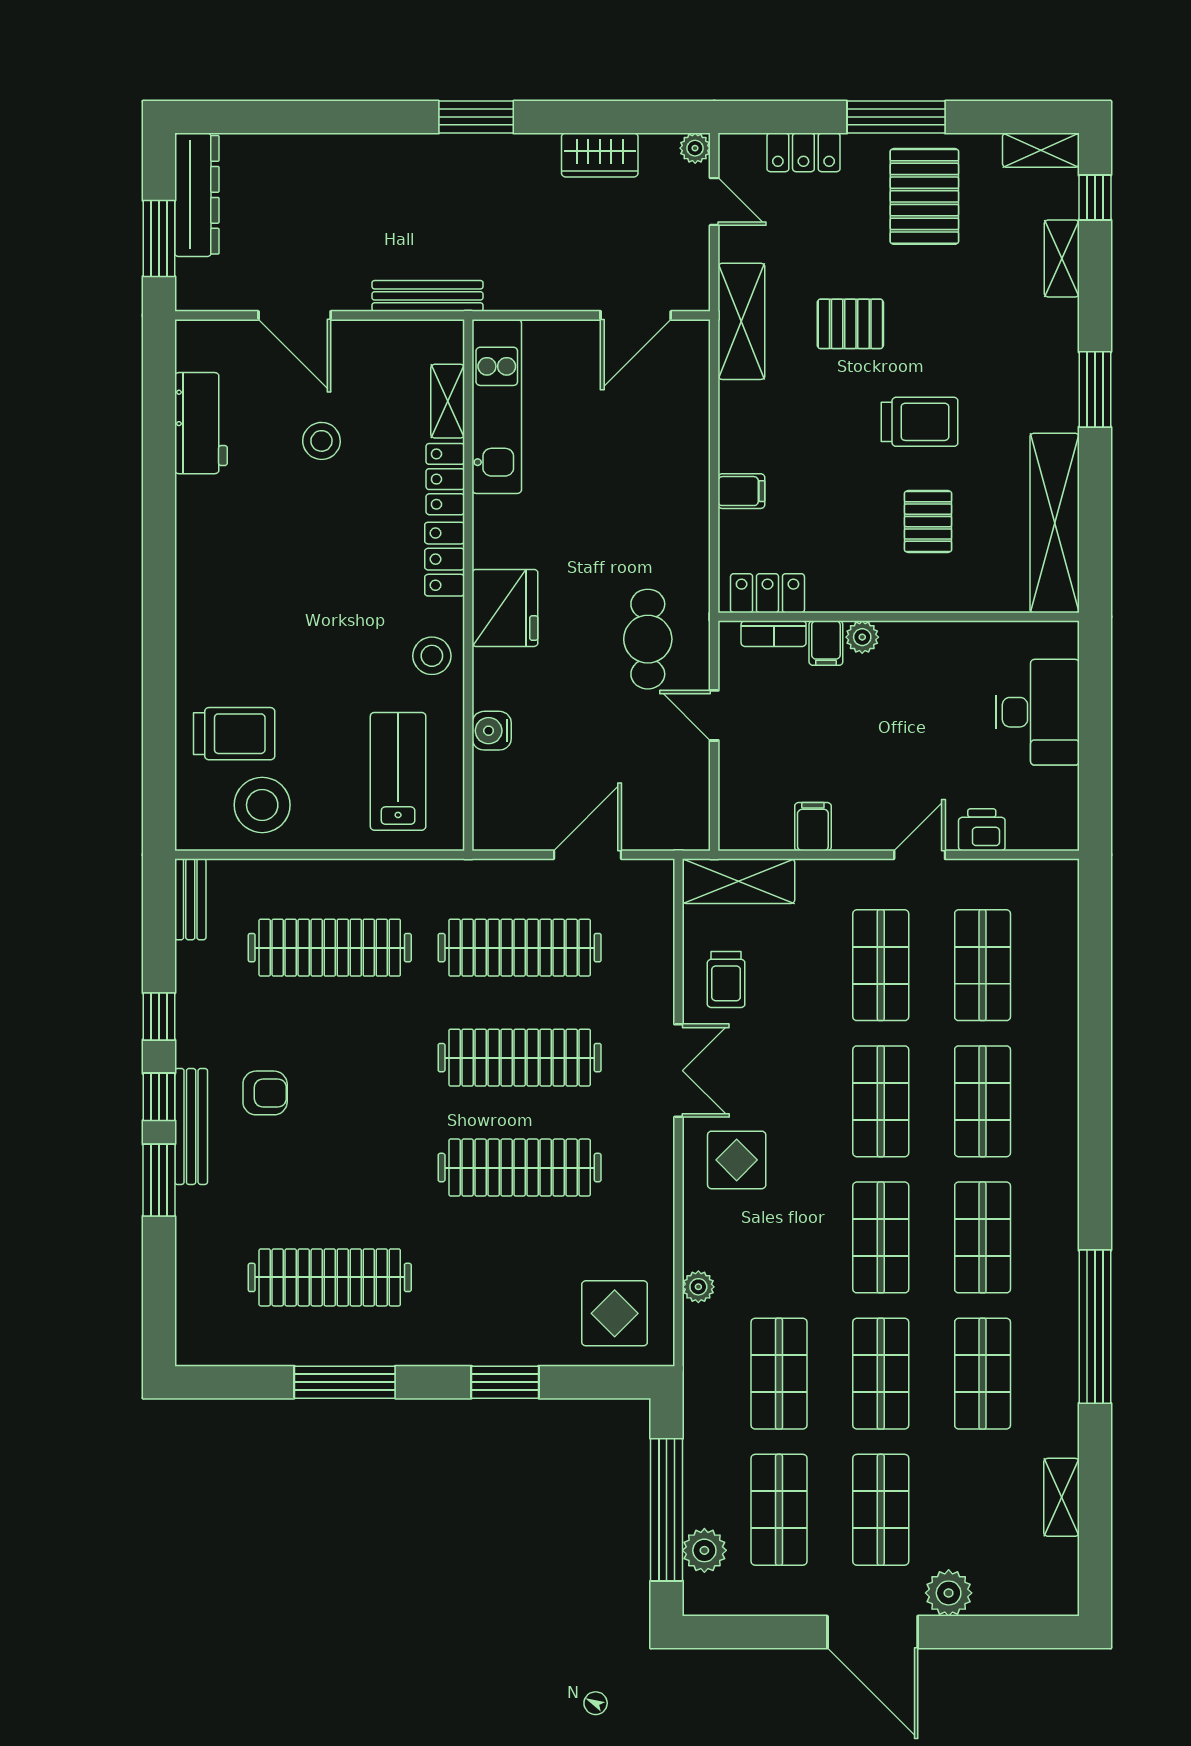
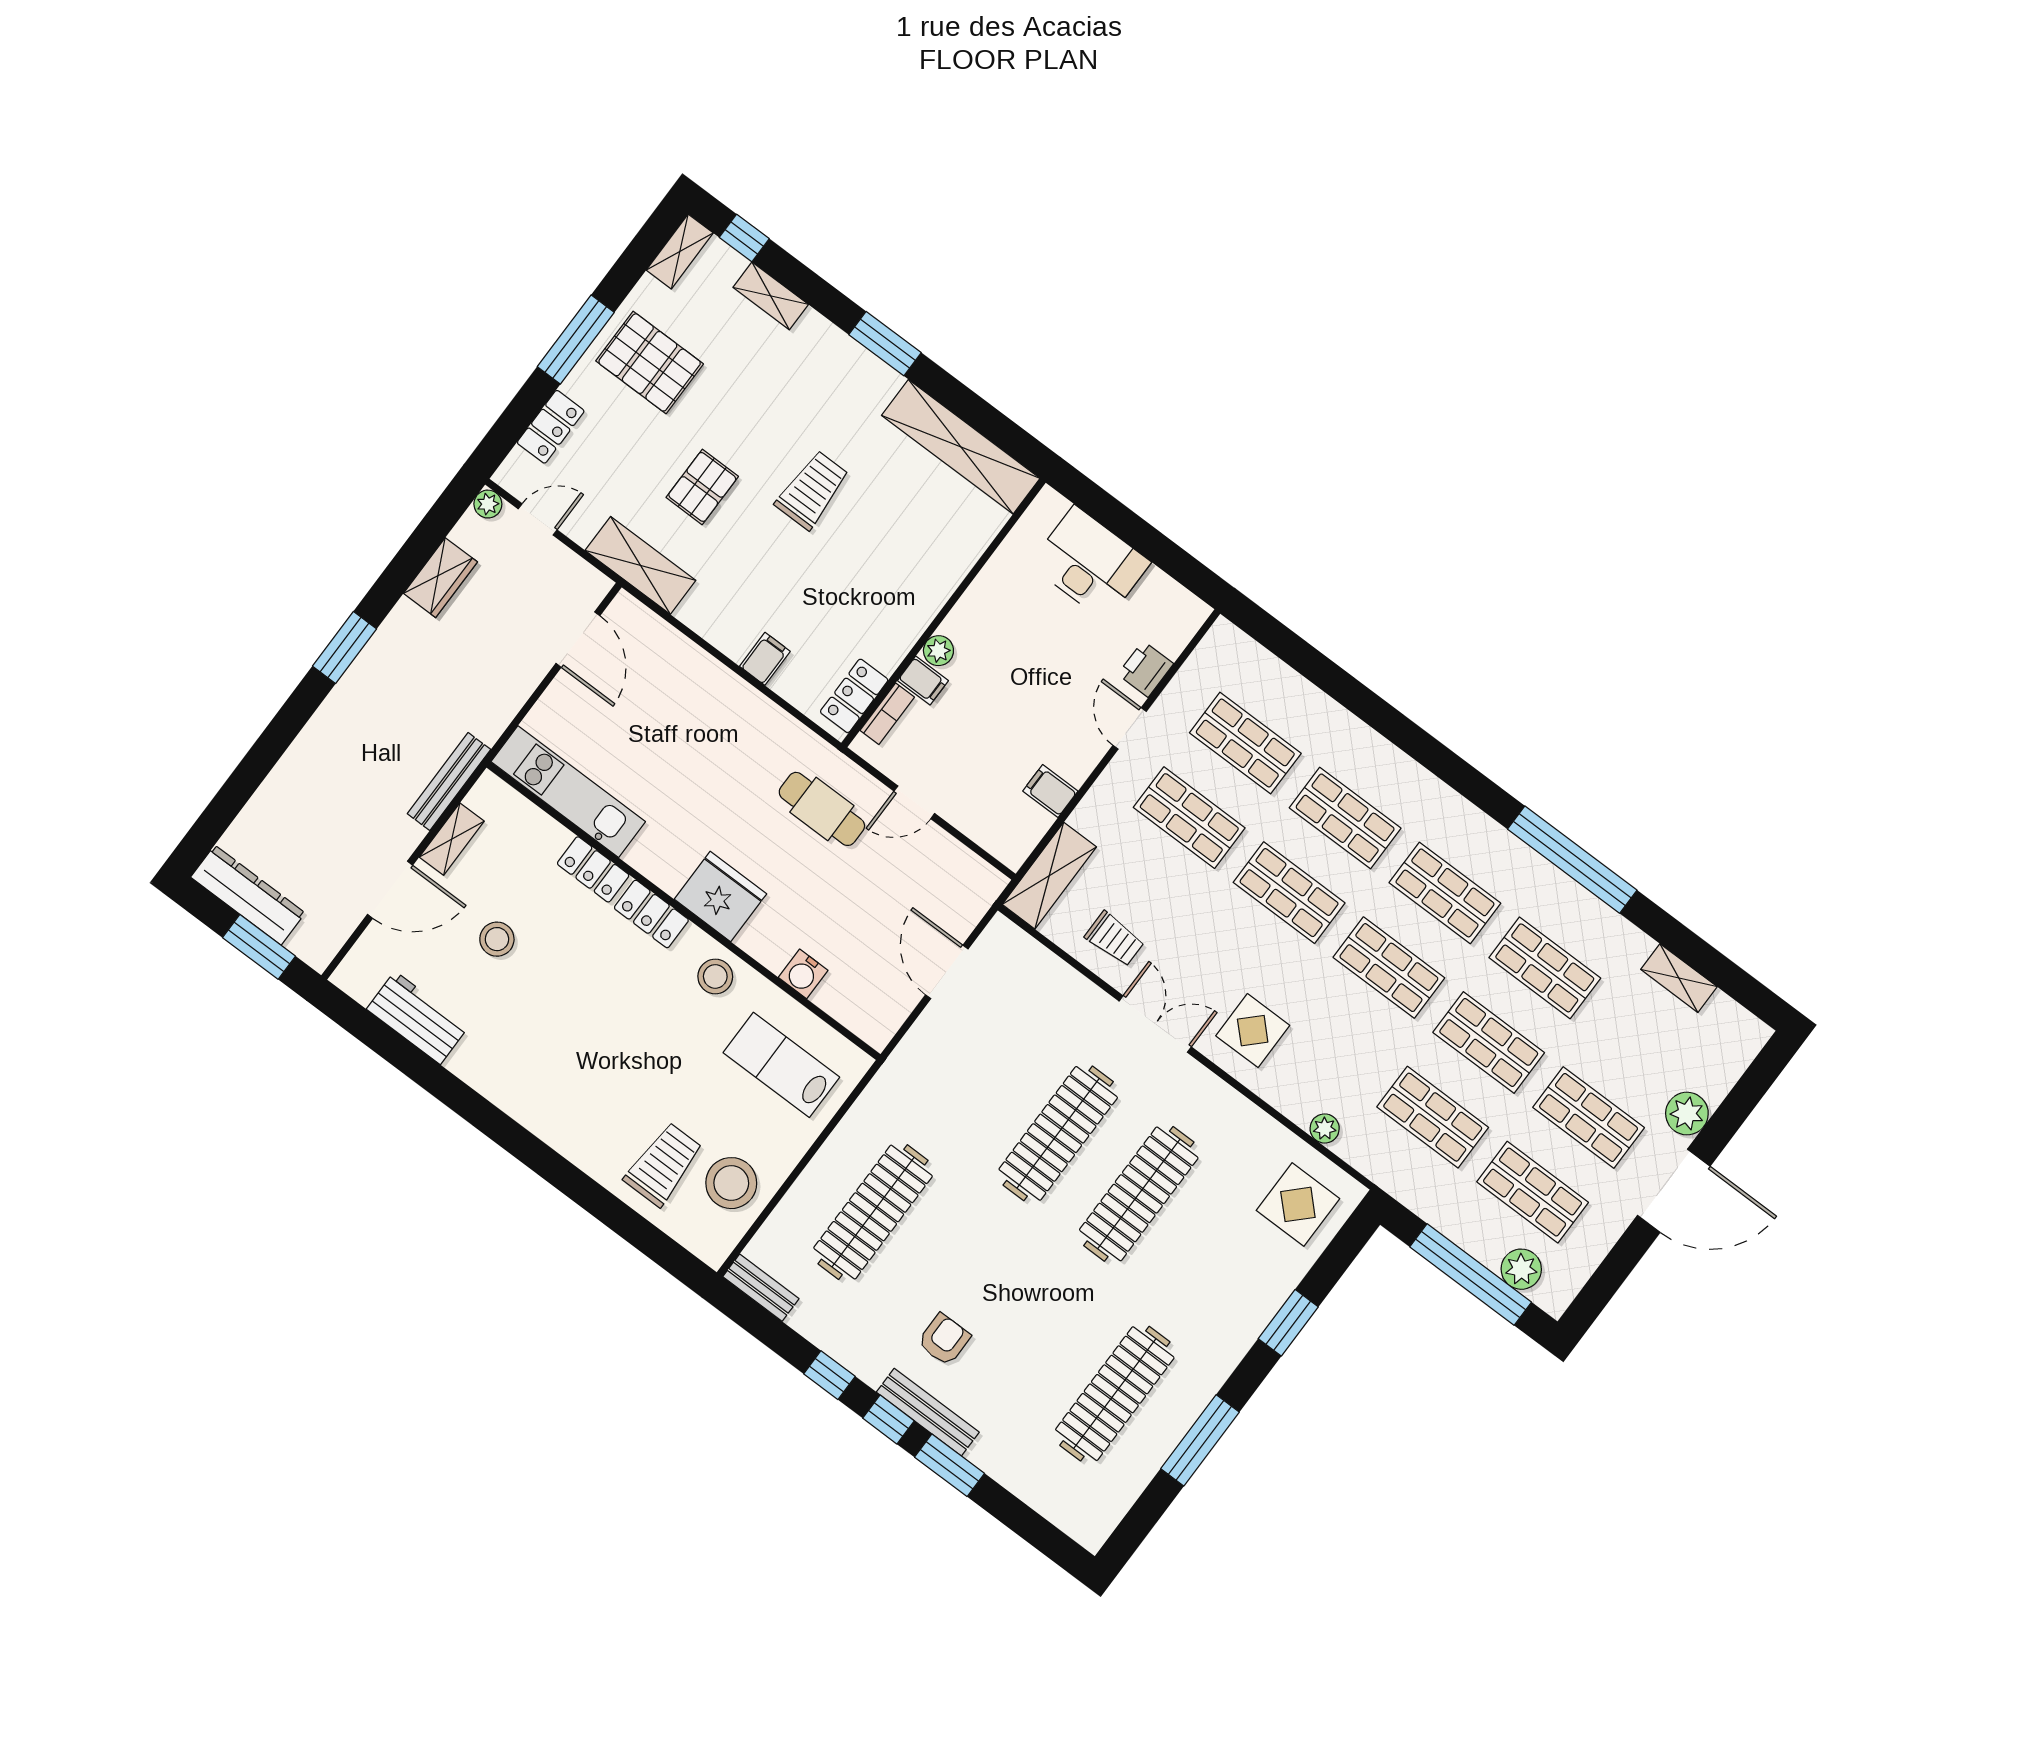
shelving: (448, 401) -> (452, 839), moved, turned 90
pallet: (928, 522) -> (890, 539), removed
clothes rail: (520, 948) -> (978, 1073), removed

